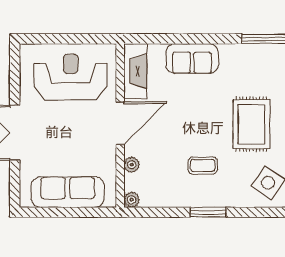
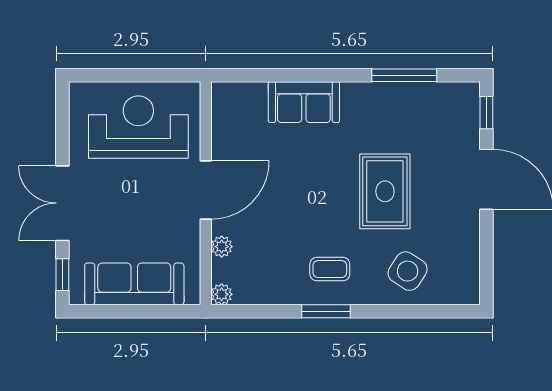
fireplace: (135, 71) -> (226, 119), removed
coffee table: (203, 166) -> (330, 269), moved
window: (15, 185) -> (62, 275), added

